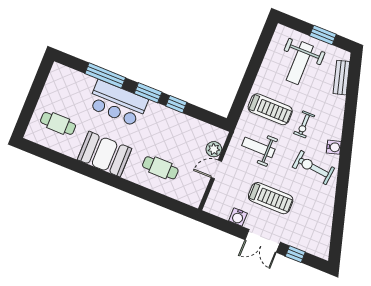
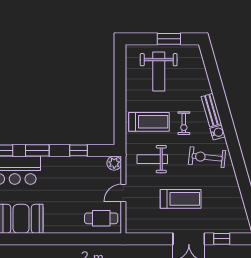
bench: (341, 78) -> (211, 110), moved
window: (176, 104) -> (79, 150), moved
plant: (214, 149) -> (114, 163), moved
cafe table: (160, 168) -> (101, 218), moved
water cooler: (238, 217) -> (159, 227), removed

